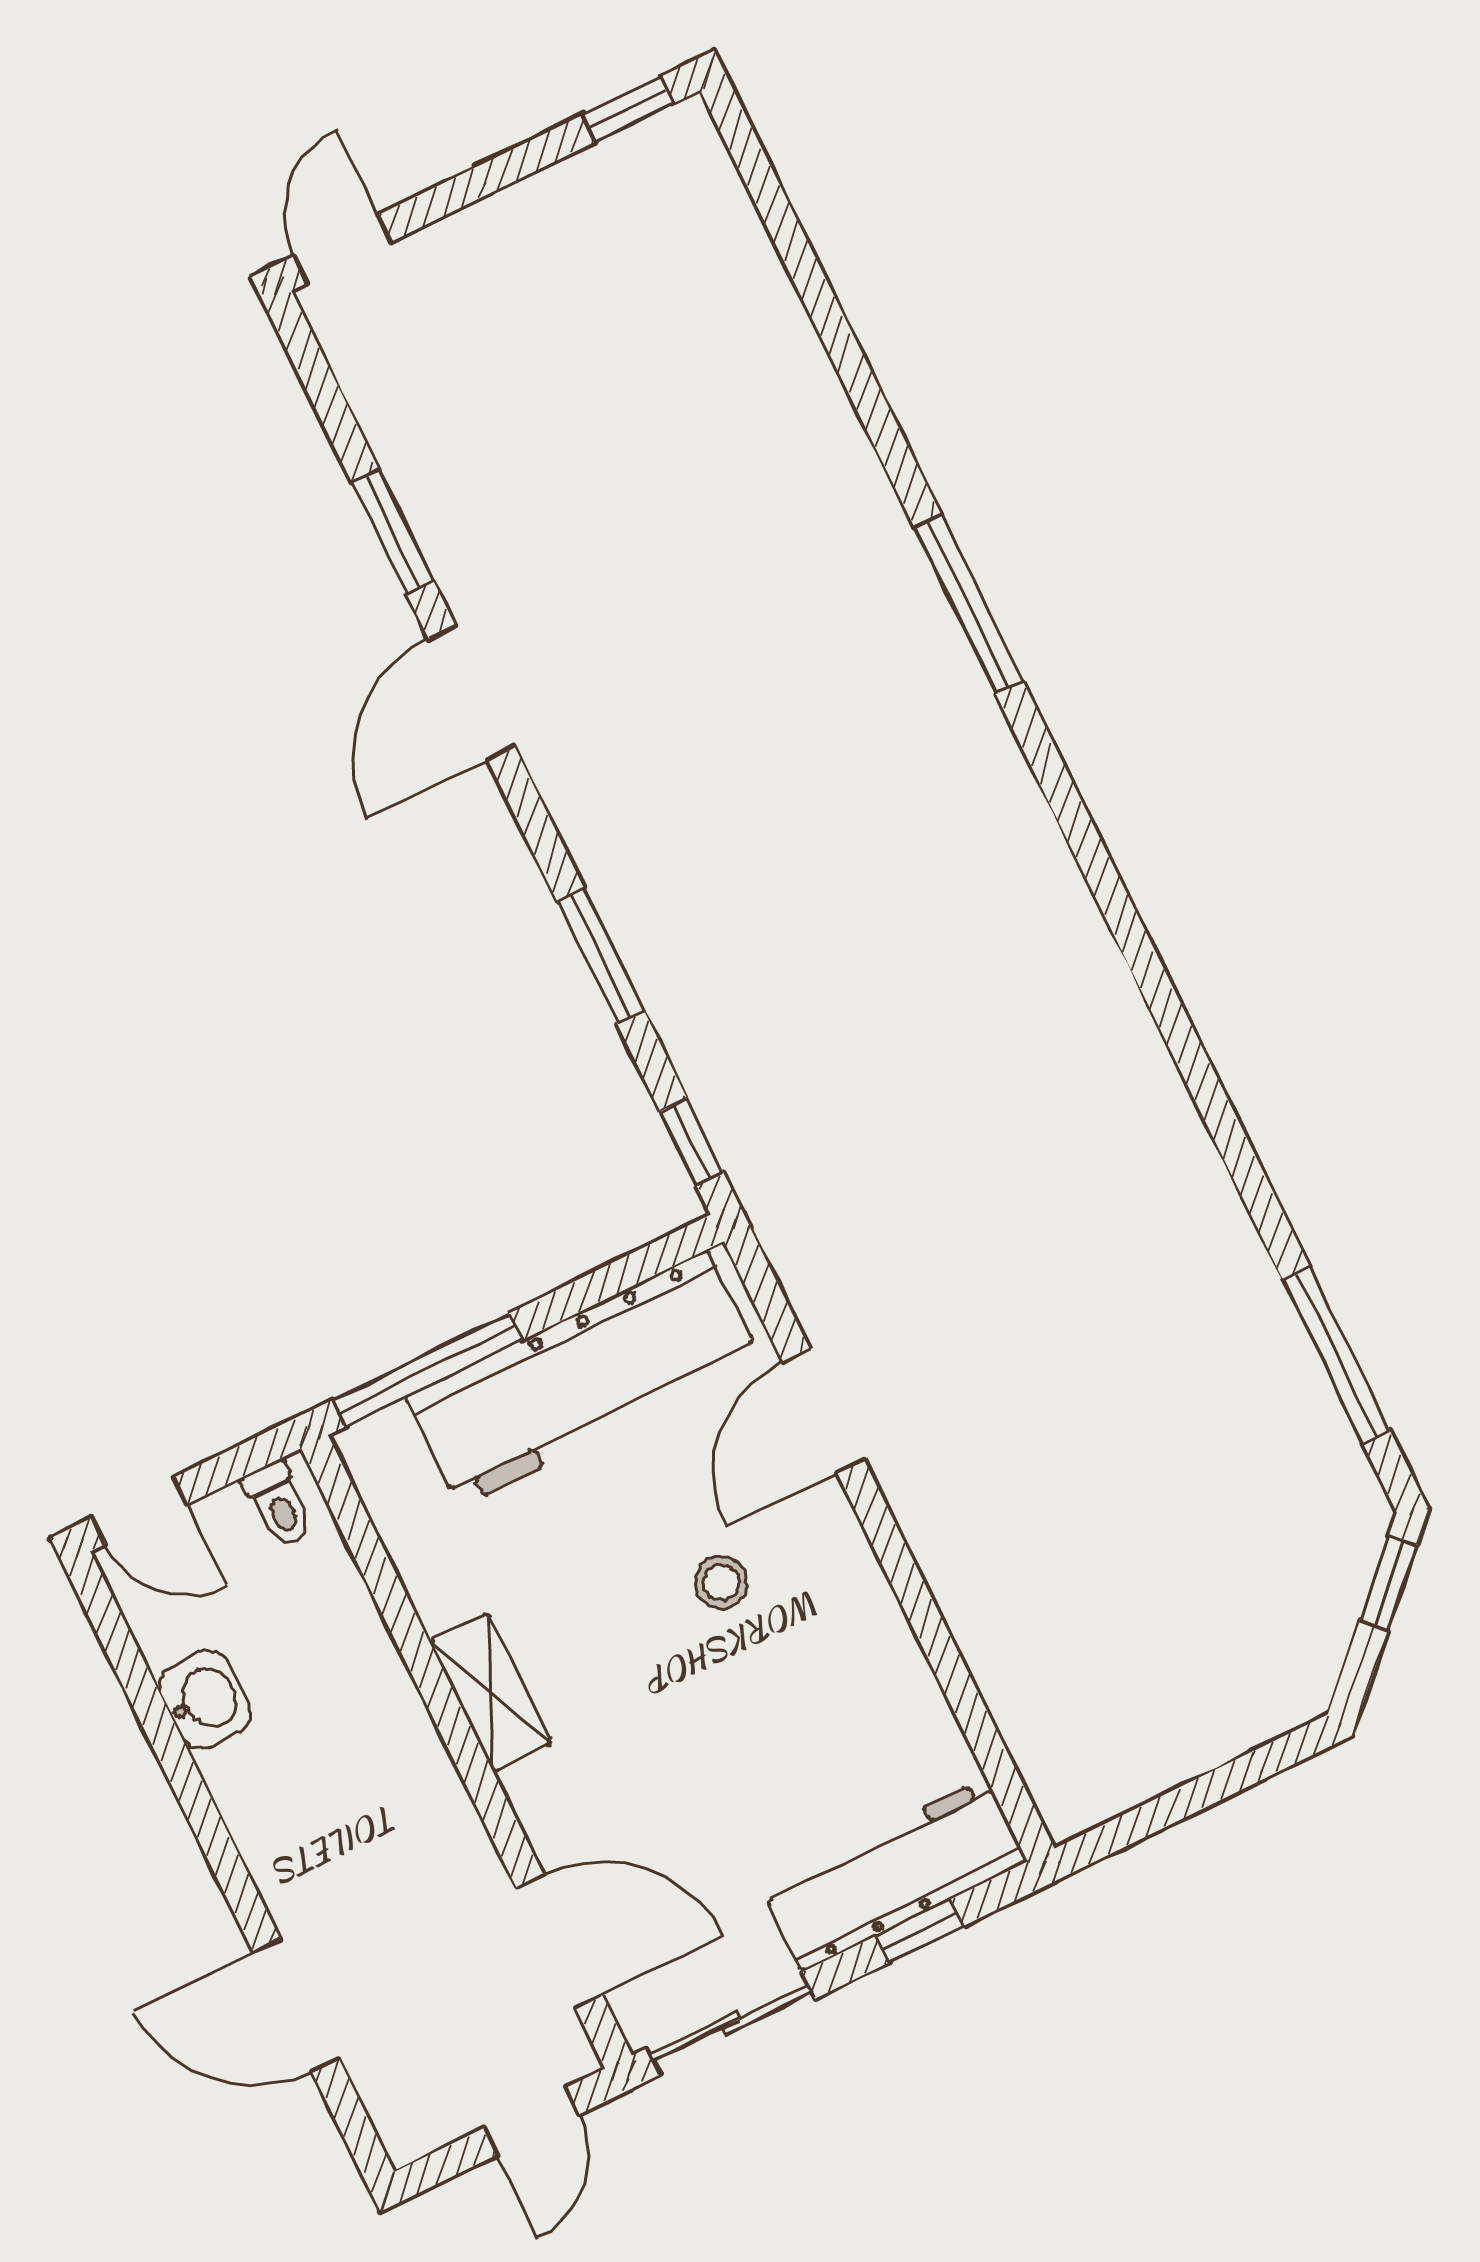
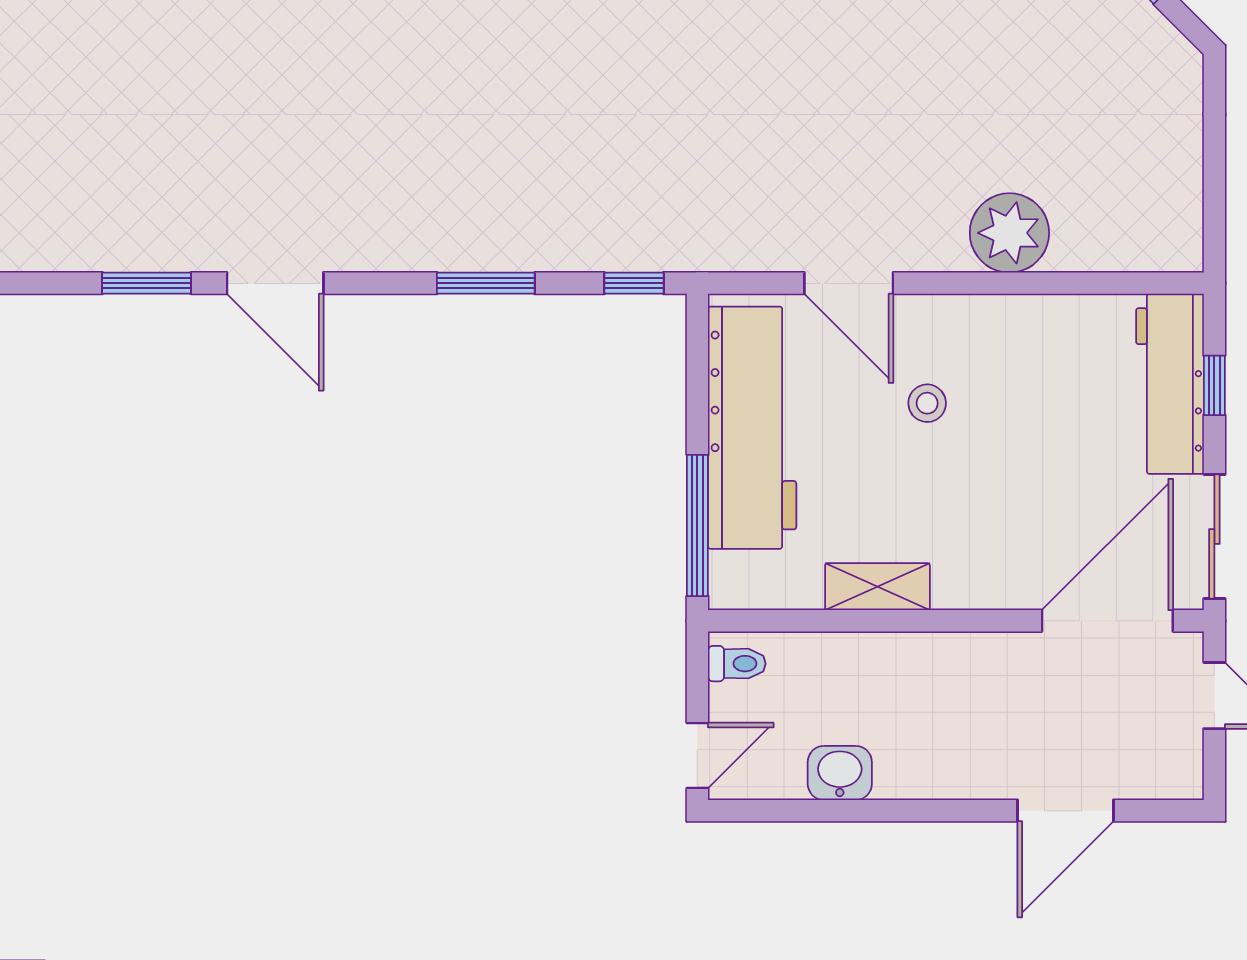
plant: (985, 1581) -> (1009, 233), added
shelving: (491, 1693) -> (877, 587), moved
door: (559, 1941) -> (1107, 621), width x1.36

